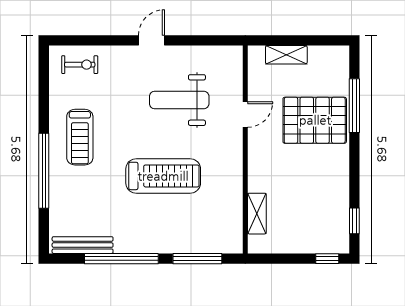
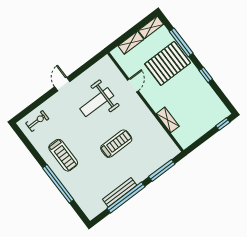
shelving: (329, 55) -> (151, 27), added
treadmill: (163, 176) -> (116, 144), width x0.73, depth x0.73
shelving: (257, 214) -> (168, 120), moved
window: (354, 221) -> (206, 75), moved
bench: (83, 245) -> (120, 192), moved

